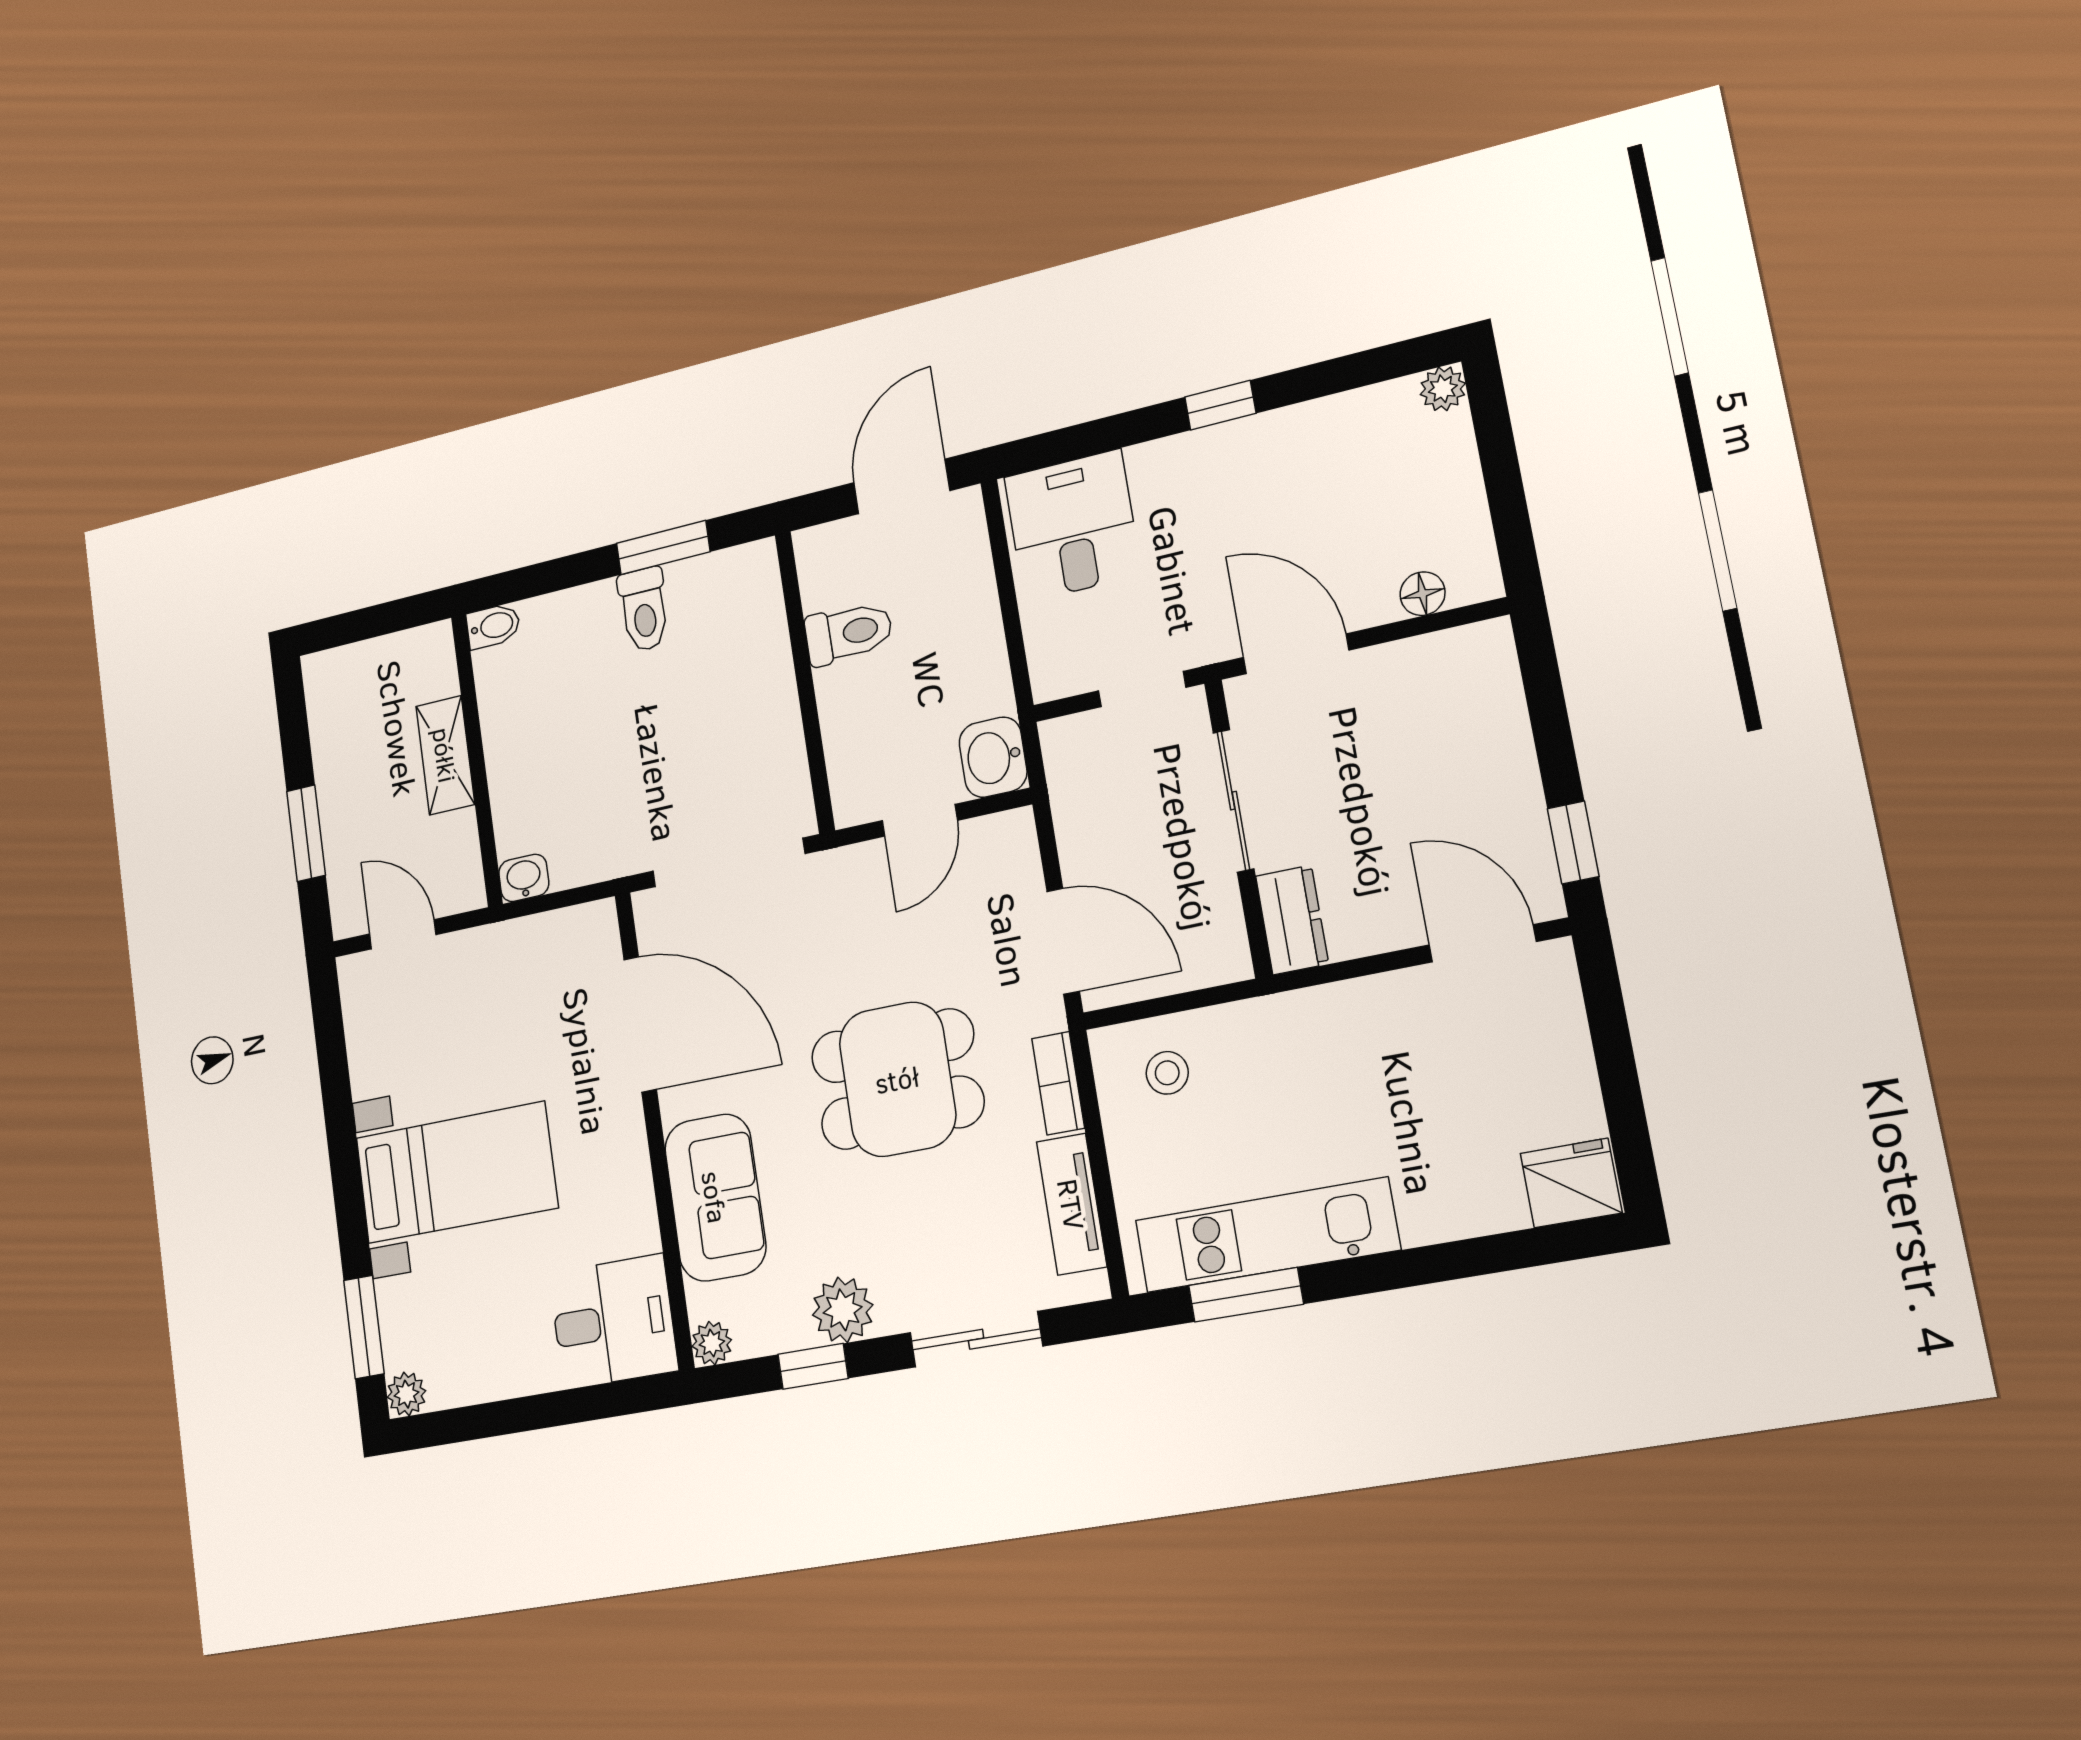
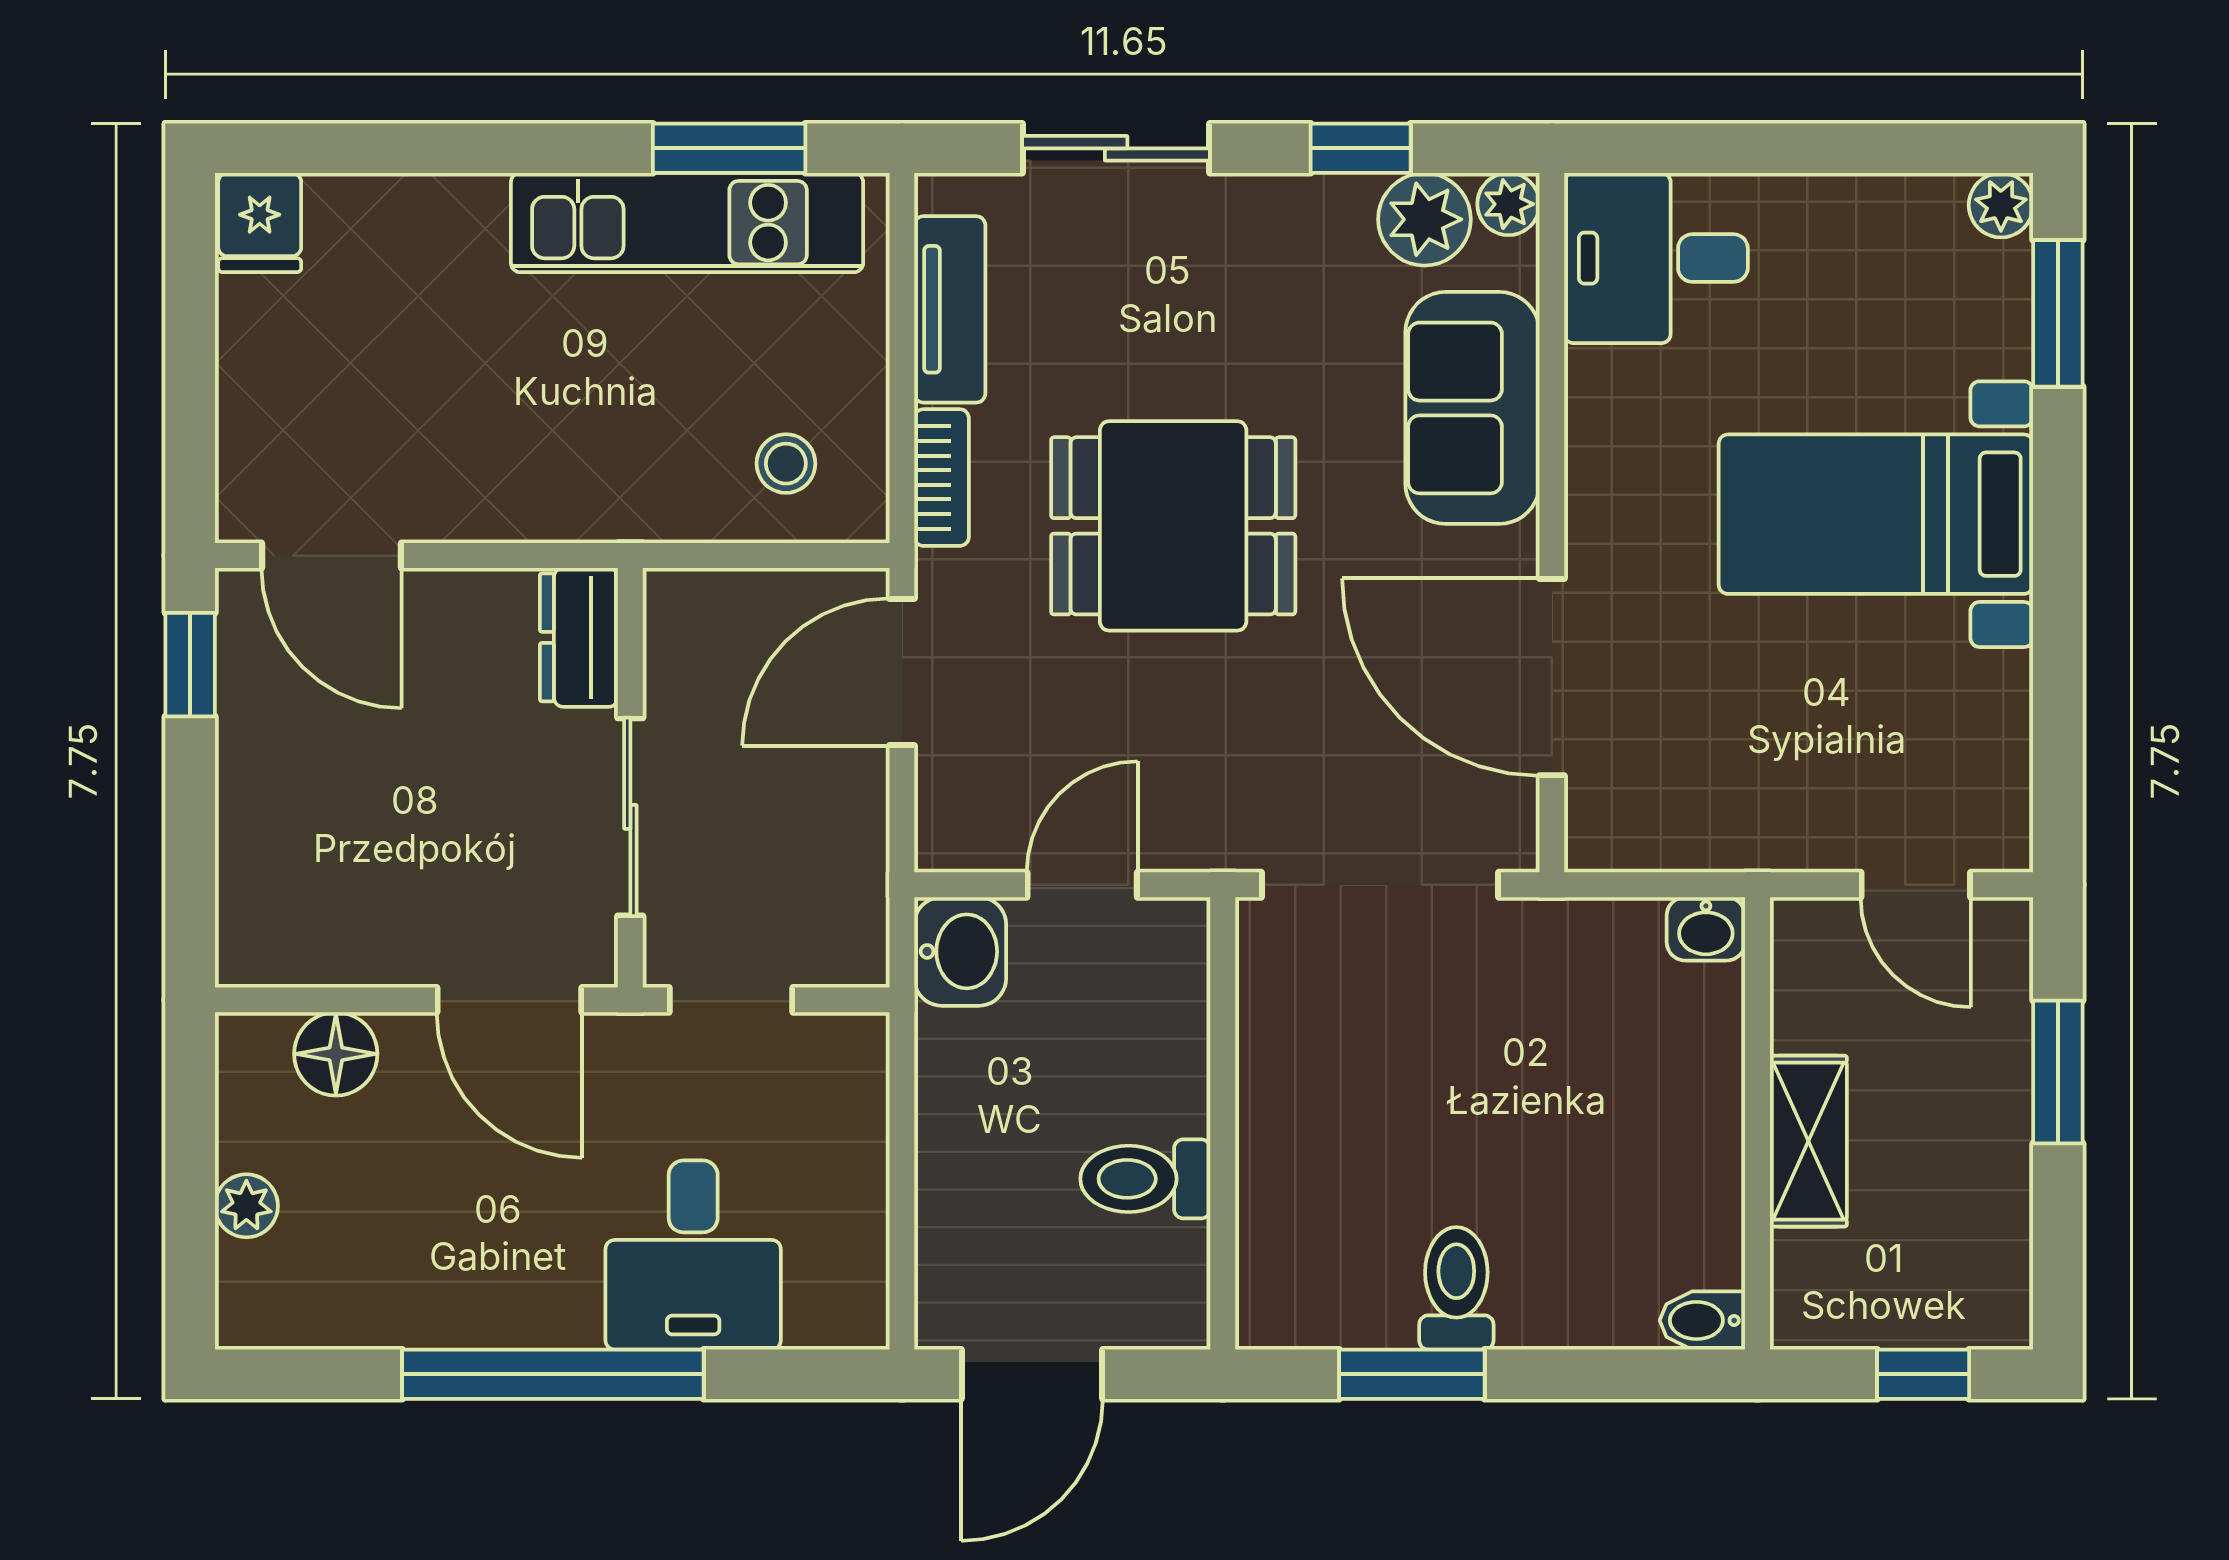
plant: (1443, 389) -> (246, 1206), moved
window: (1220, 405) -> (553, 1374), width x3.17
desk: (1073, 526) -> (693, 1255), moved
floor lamp: (1423, 594) -> (336, 1054), width x1.37, depth x1.37
window: (361, 625) -> (1923, 1374), added
door: (1063, 941) -> (902, 672), hinge flipped
fridge: (1571, 1183) -> (260, 223), width x0.72
plant: (843, 1310) -> (1424, 219), moved

